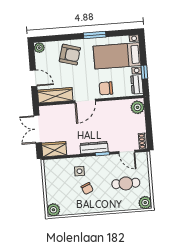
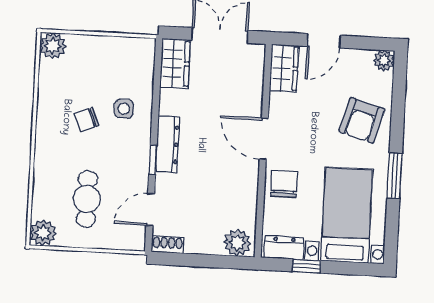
wardrobe: (55, 95) -> (284, 68), width x0.67

